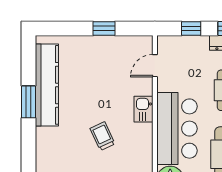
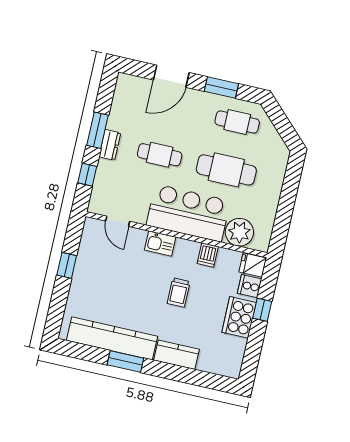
trolley: (102, 136) -> (179, 292), turned -65
kitchen counter: (45, 147) -> (176, 355), added
dishwasher: (143, 155) -> (208, 255), added

